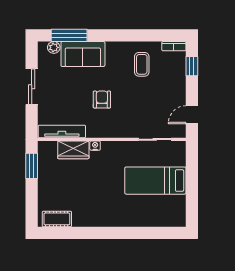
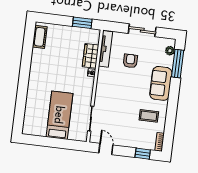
sofa: (83, 54) -> (161, 83), moved
armchair: (102, 99) -> (130, 61), moved, turned -90

